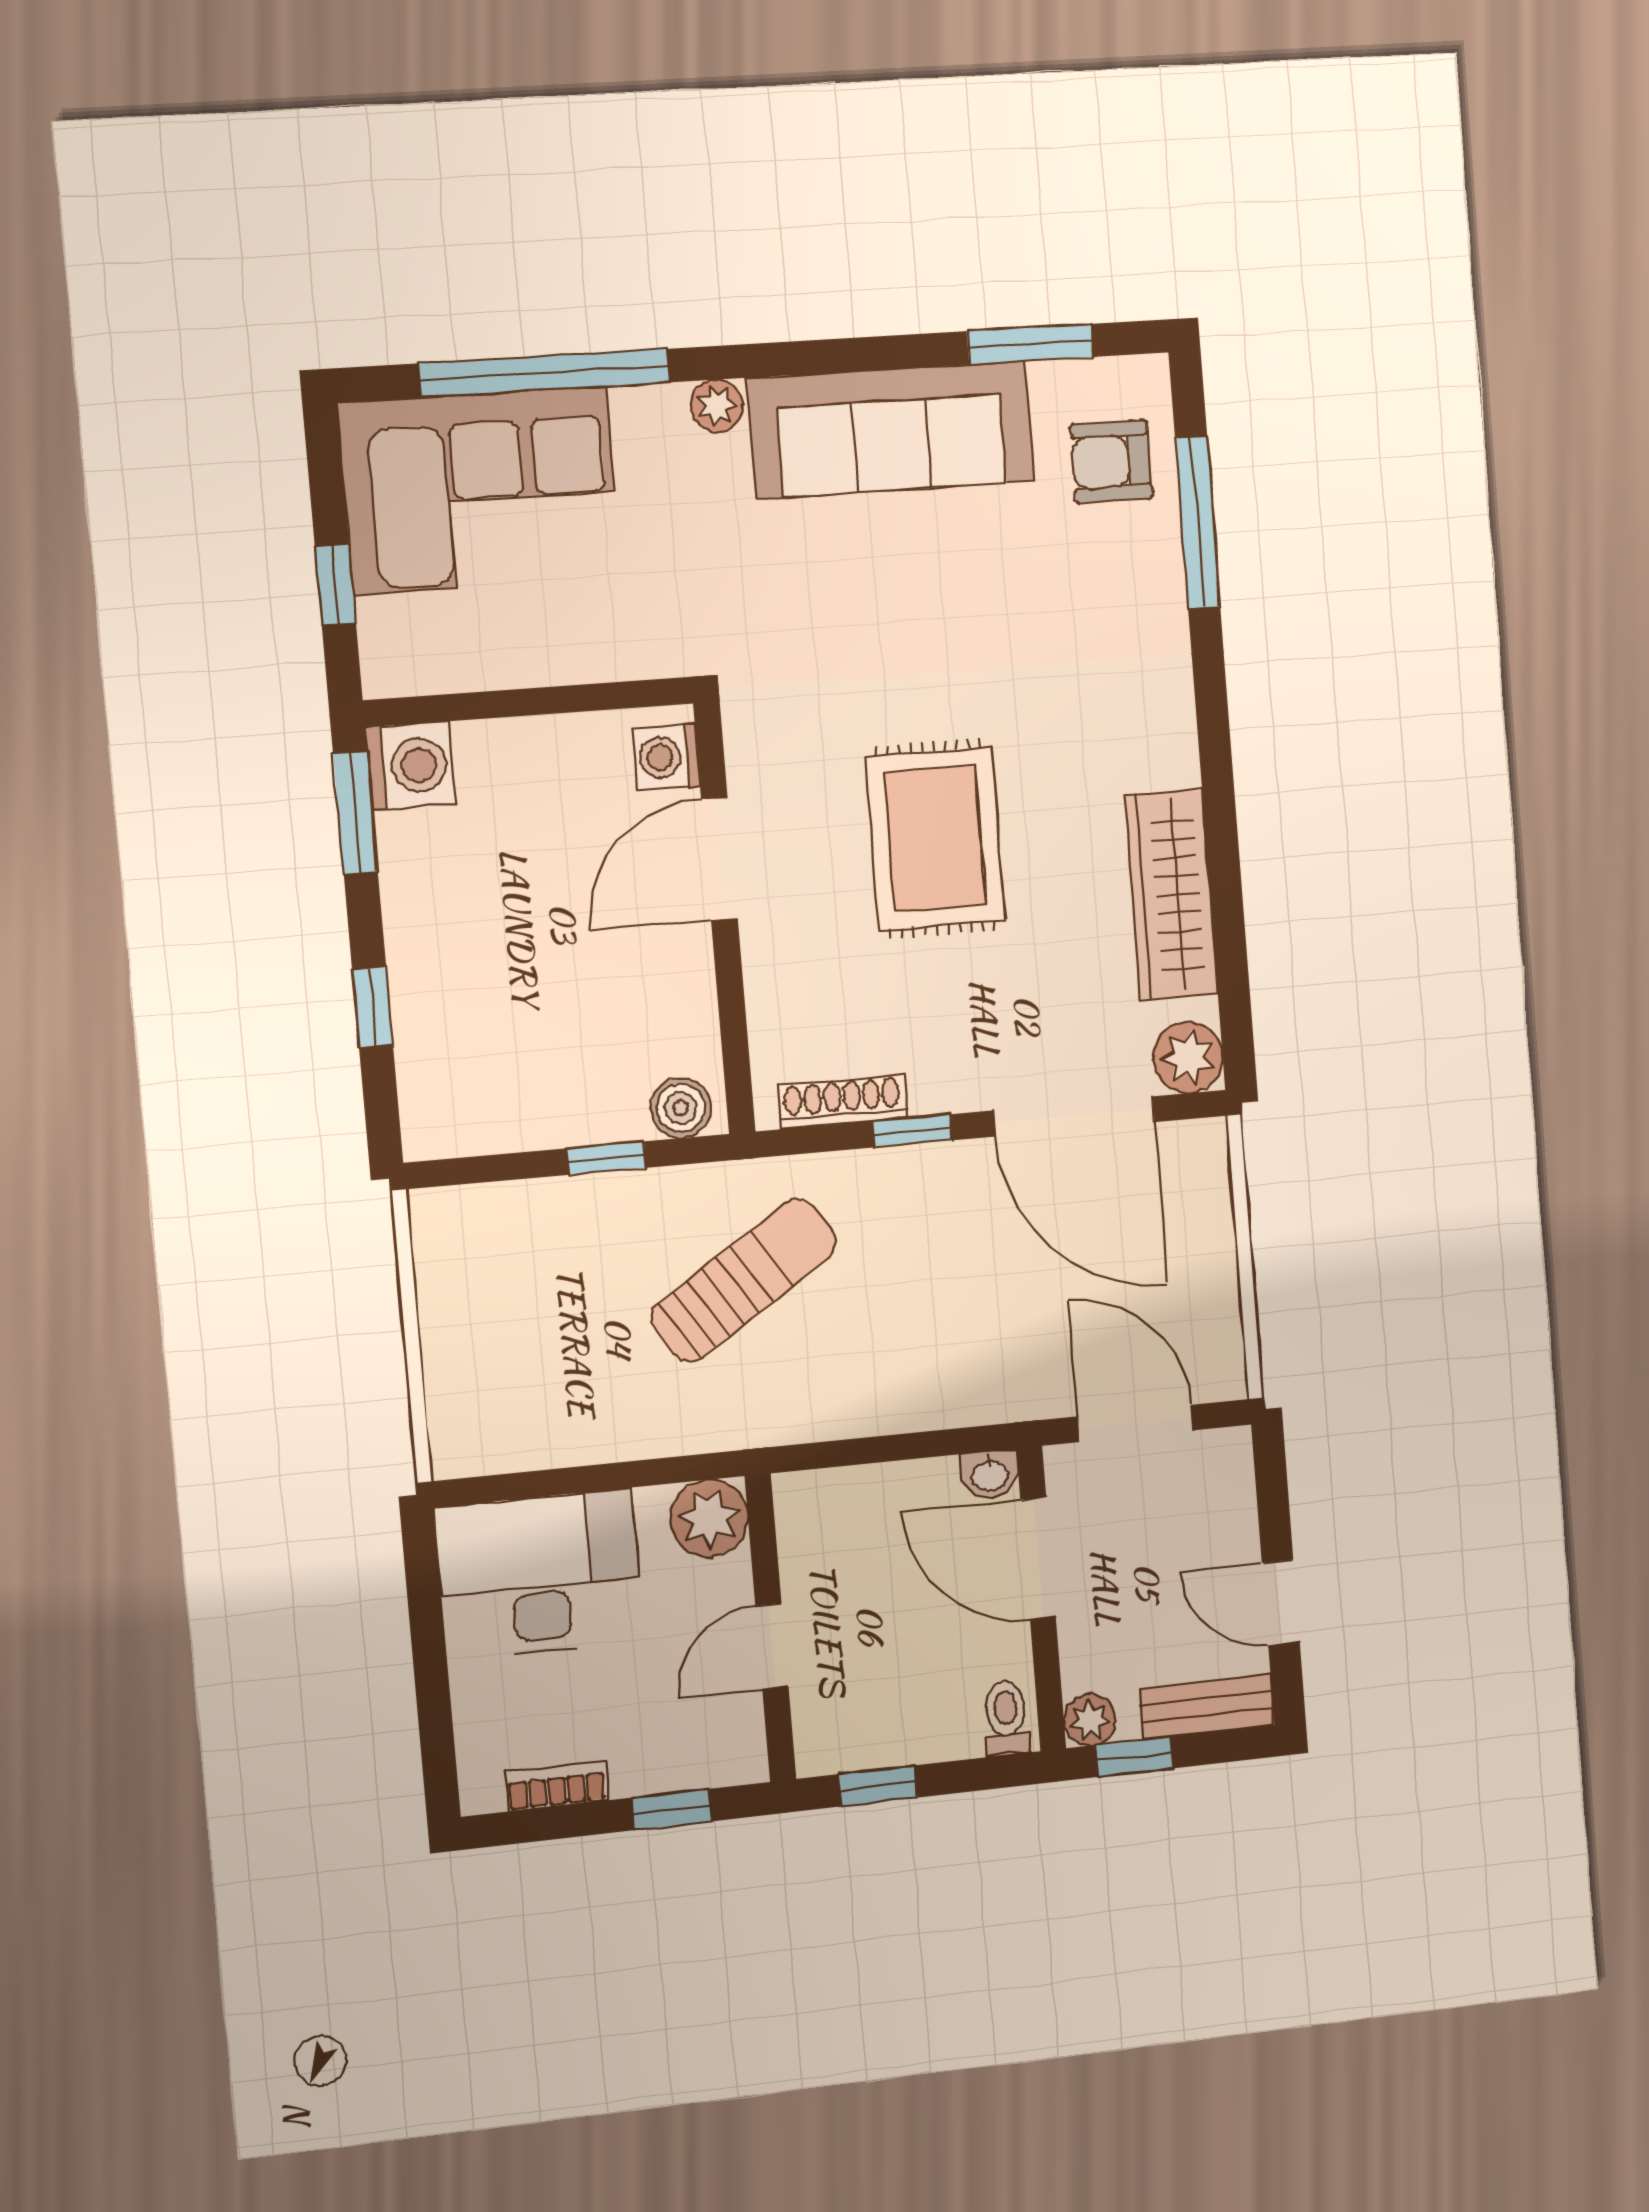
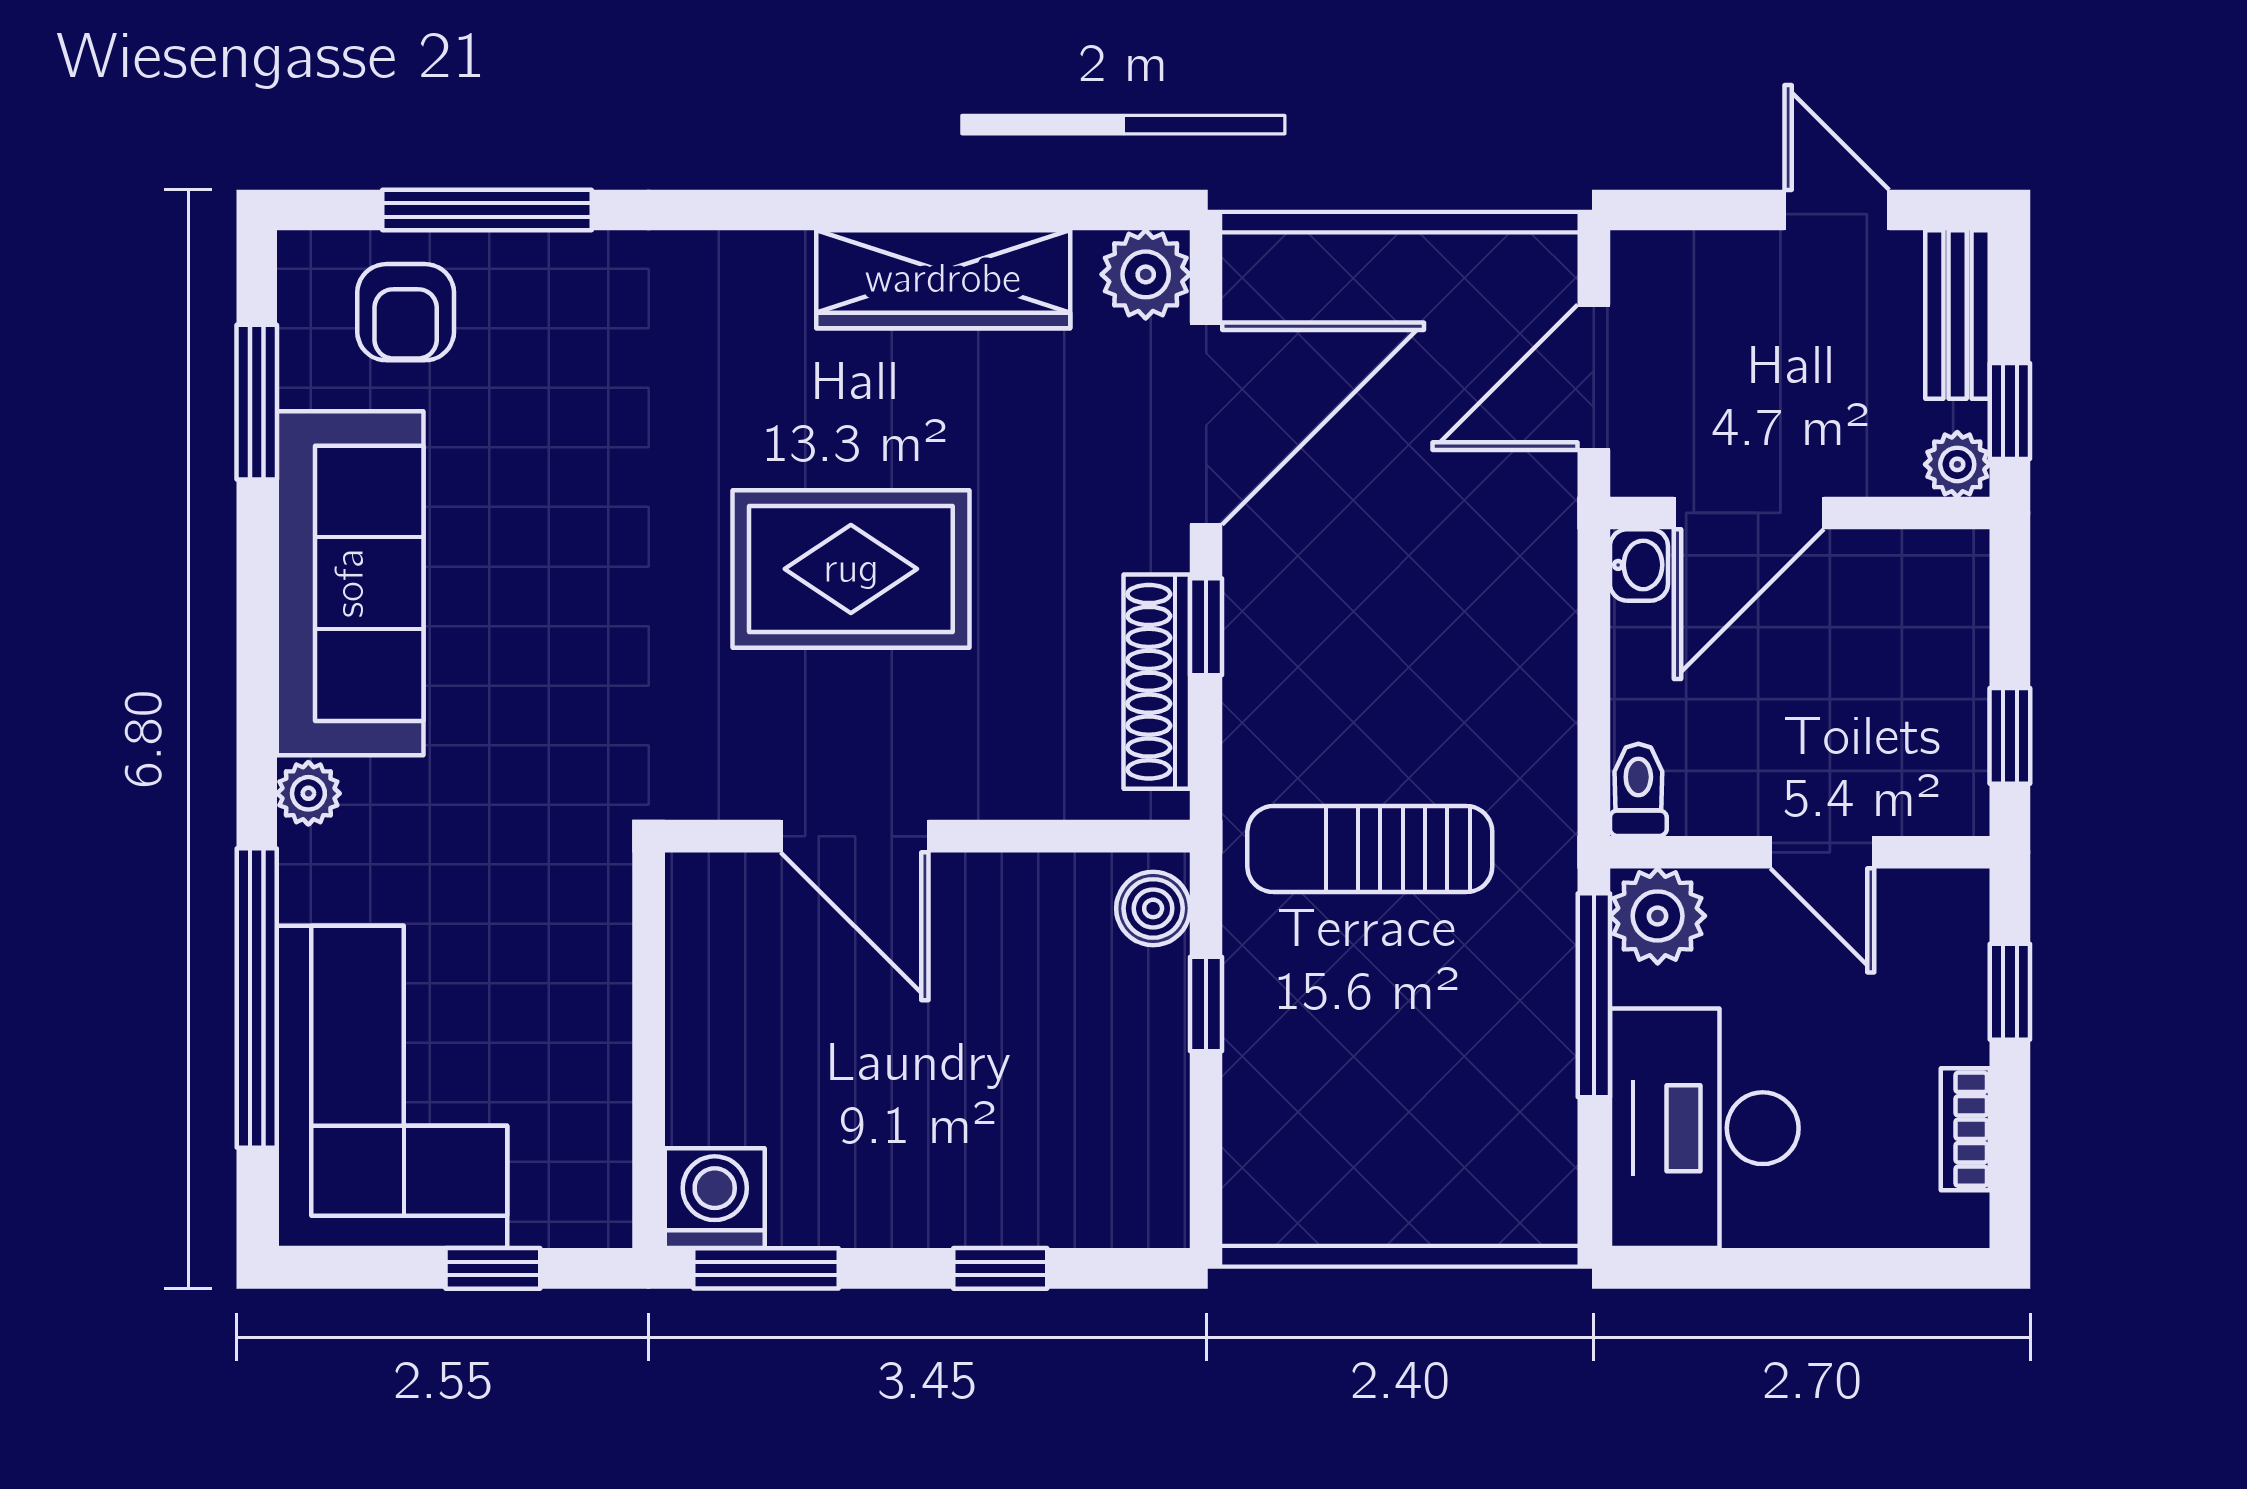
washing machine: (666, 757) -> (727, 890), removed
shoe rack: (842, 1102) -> (1157, 682), width x1.36, depth x1.24
sun lounger: (744, 1280) -> (1370, 849), turned -57
window: (640, 1473) -> (1594, 995), added
door: (1281, 1602) -> (1837, 210), swing flipped
toilet: (1006, 1718) -> (1638, 790), moved, turned 90

